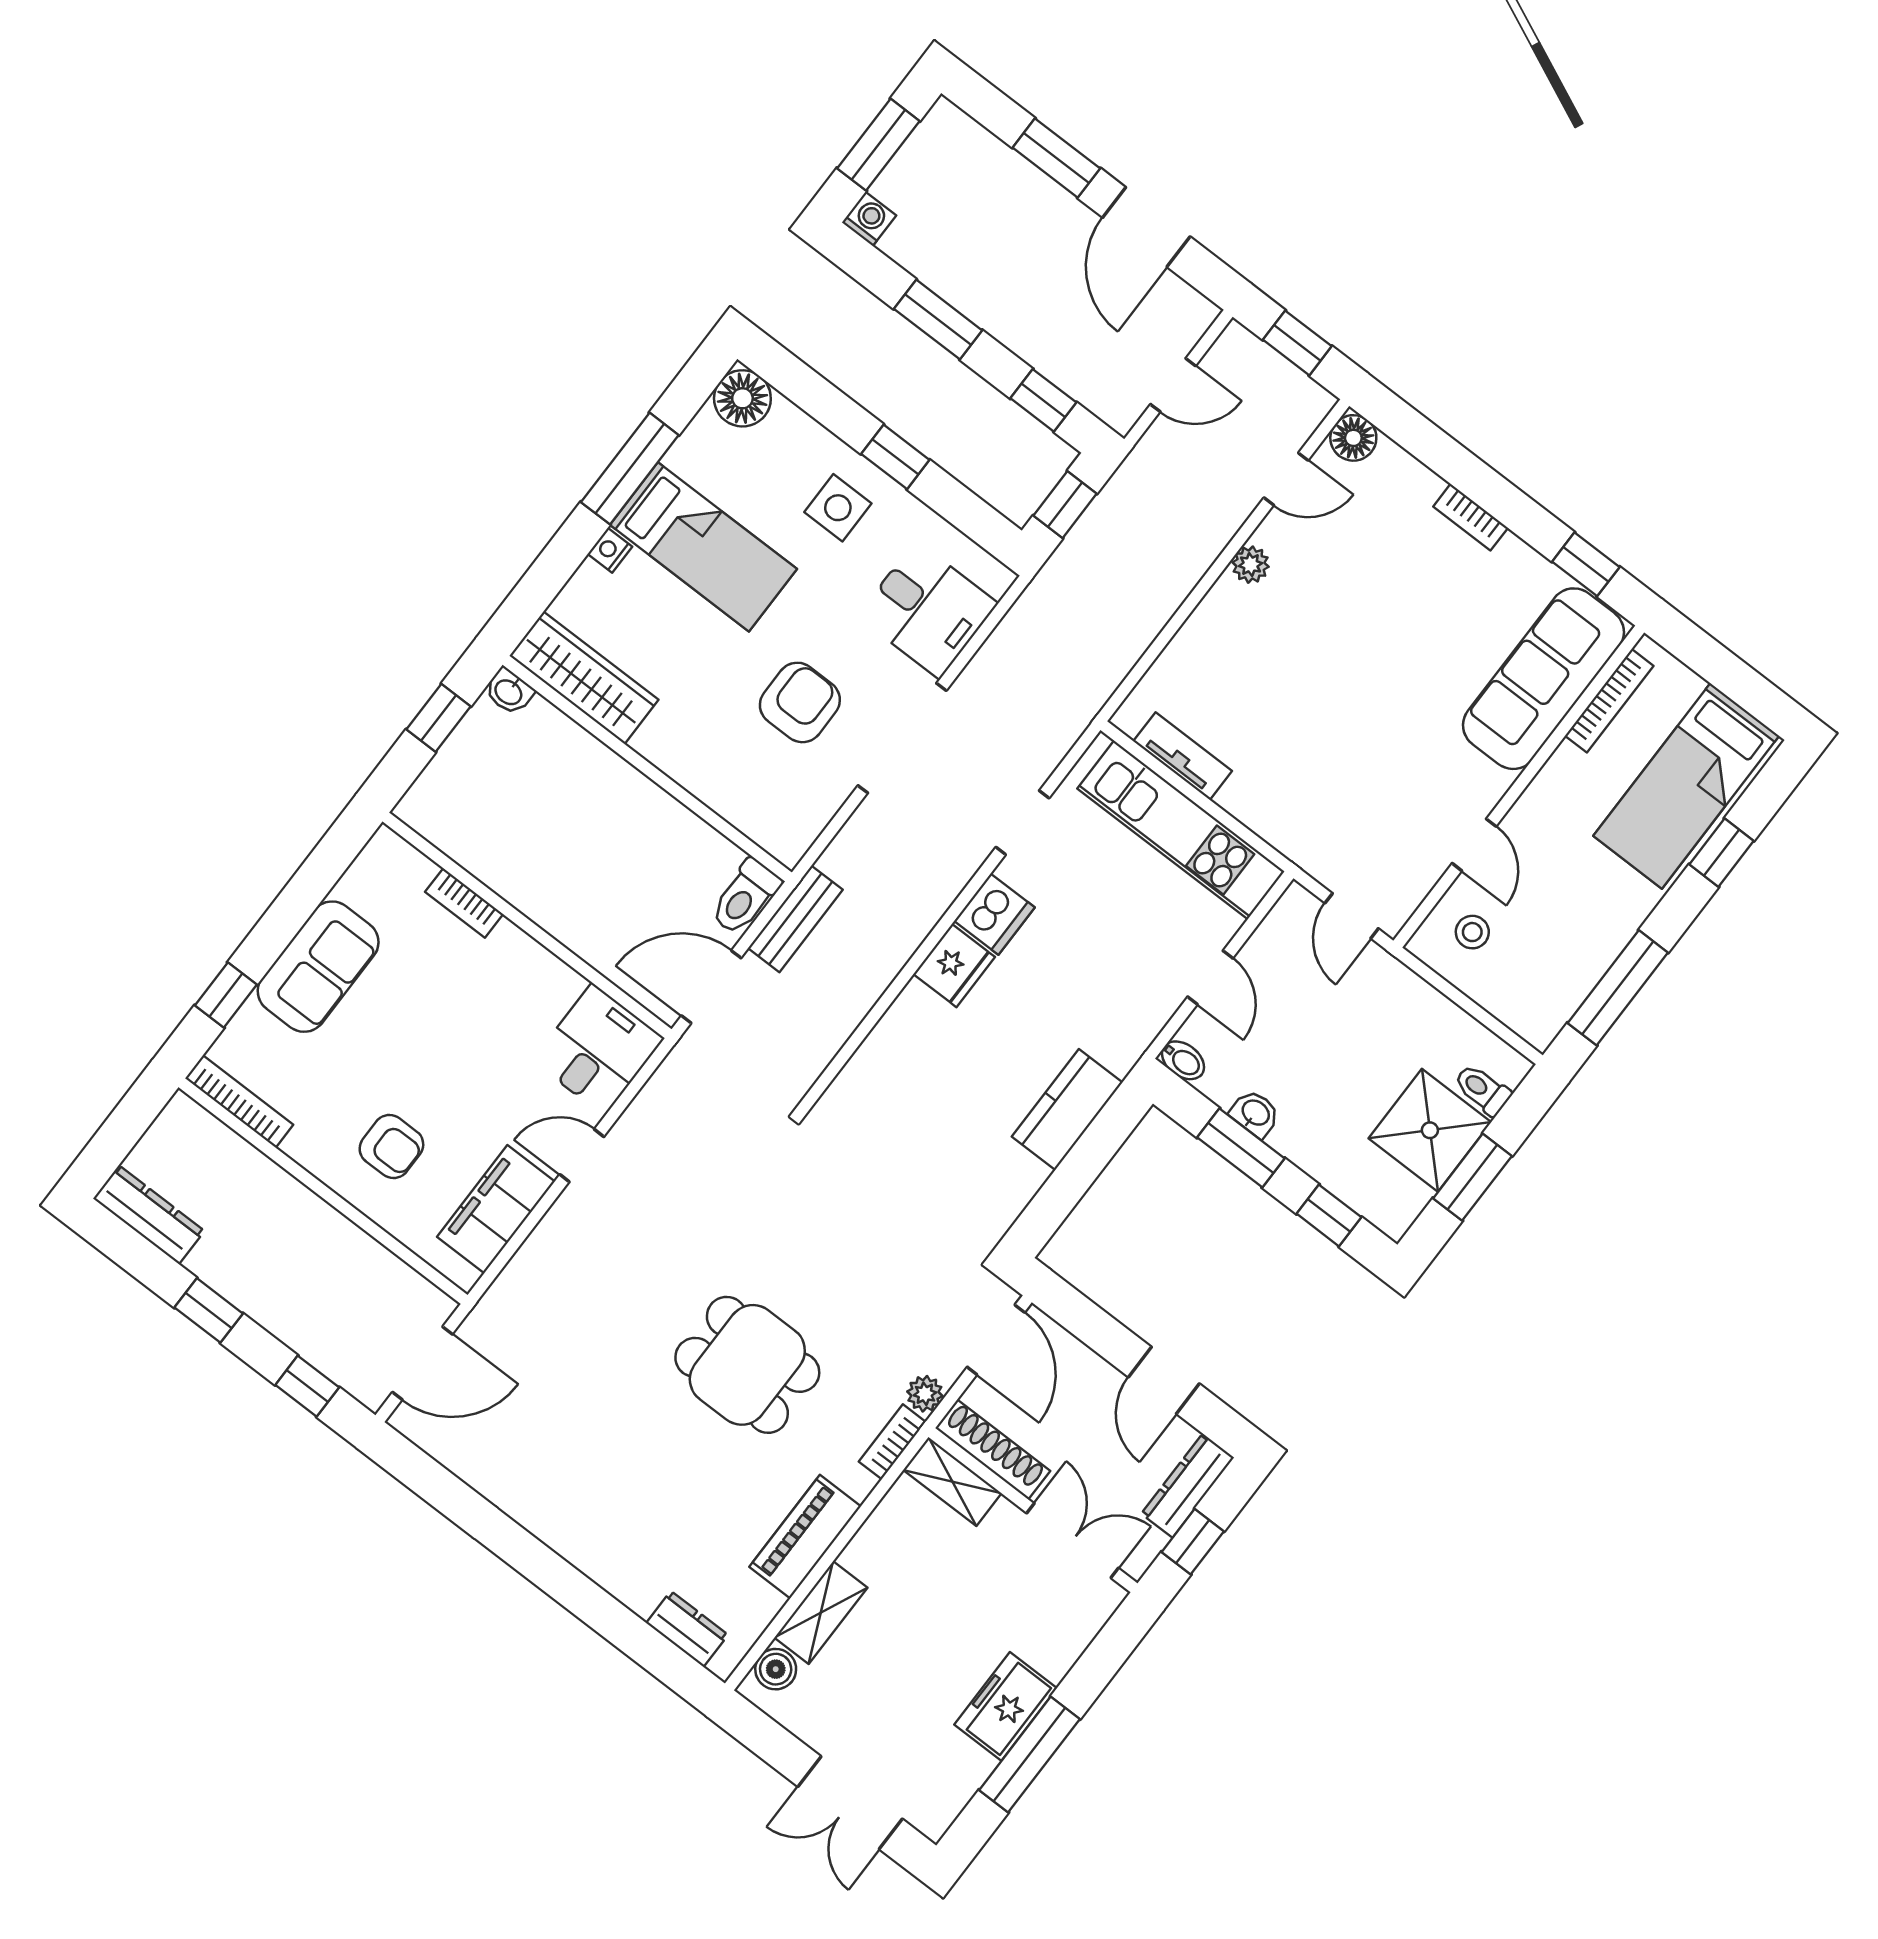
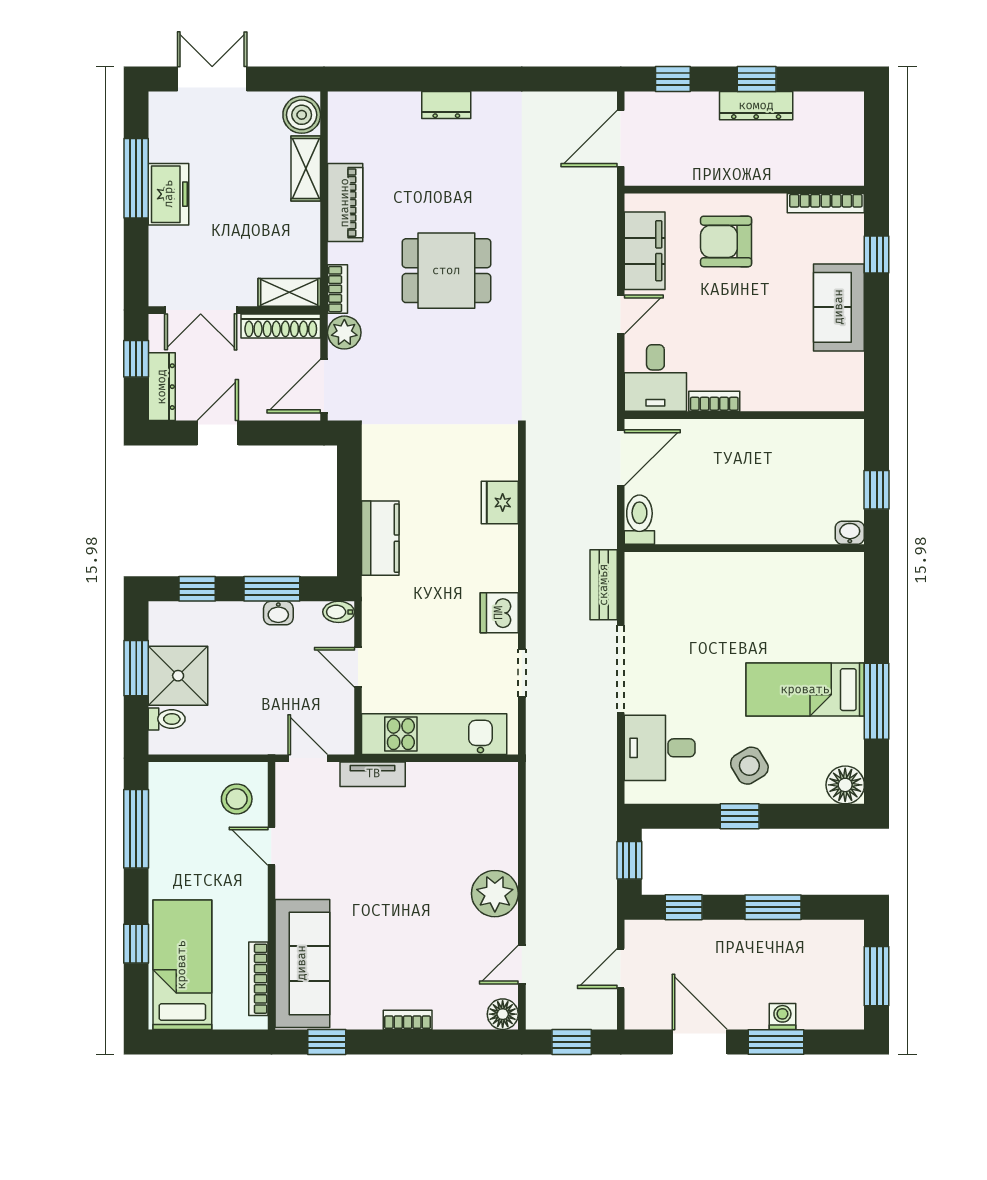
washing machine: (869, 219) -> (782, 1016), moved, turned 180
side table: (838, 508) -> (749, 766), turned -31
nightstand: (610, 550) -> (854, 649), removed
plant: (1251, 565) -> (495, 894), width x1.87, depth x1.87
wardrobe: (584, 678) -> (815, 571), removed
armchair: (800, 702) -> (690, 646), removed
tv unit: (1183, 756) -> (373, 774), moved
bookcase: (464, 903) -> (714, 401), moved
bench: (795, 919) -> (604, 585), moved
stool: (1472, 932) -> (237, 799), width x1.37, depth x1.37
fridge: (954, 966) -> (500, 502), moved
armchair: (391, 1147) -> (726, 241), width x1.38, depth x1.38
dresser: (149, 1215) -> (756, 106), moved
door: (996, 1340) -> (324, 386), hinge flipped
door: (1164, 1380) -> (218, 433), hinge flipped
plant: (925, 1394) -> (344, 333), width x1.38, depth x1.38
dresser: (687, 1629) -> (446, 105), moved
boiler: (776, 1669) -> (302, 115), width x1.36, depth x1.36

